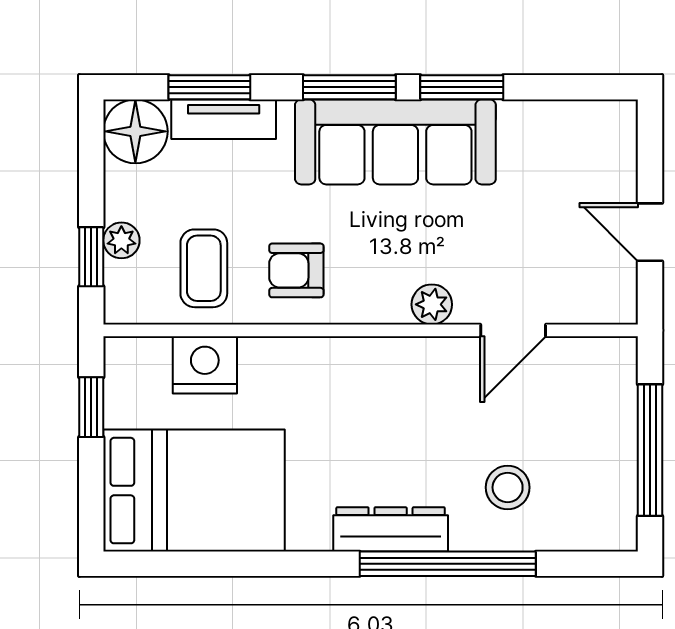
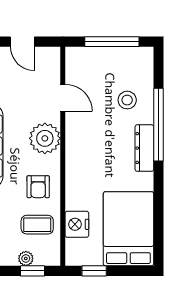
door: (650, 232) -> (22, 42), hinge flipped
plant: (432, 304) -> (45, 138), width x1.88, depth x1.88

